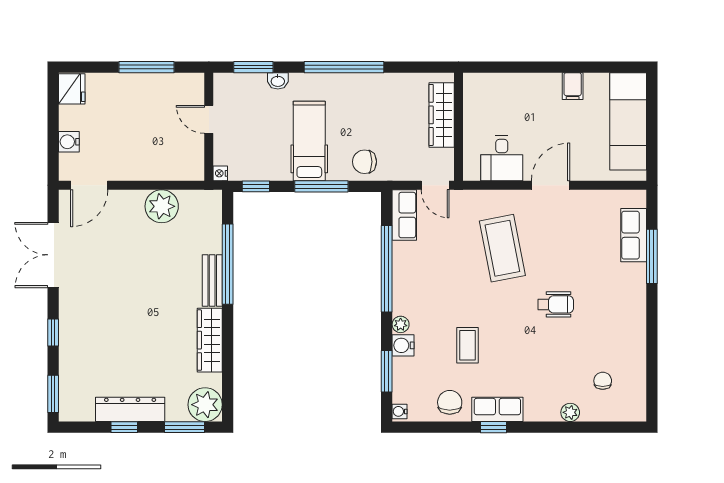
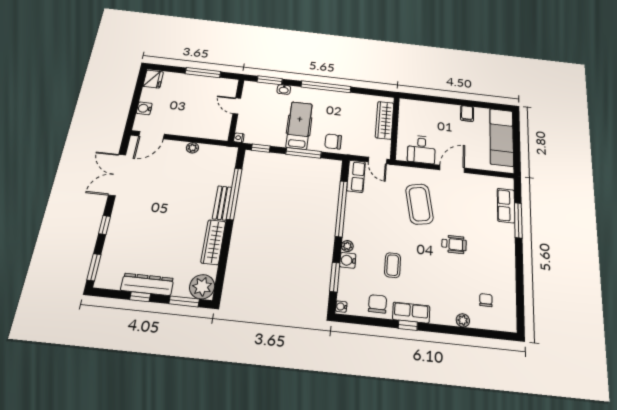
plant: (162, 206) -> (192, 148), width x0.53, depth x0.53

